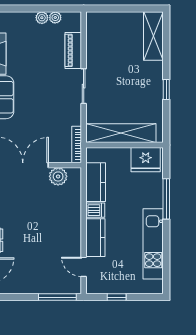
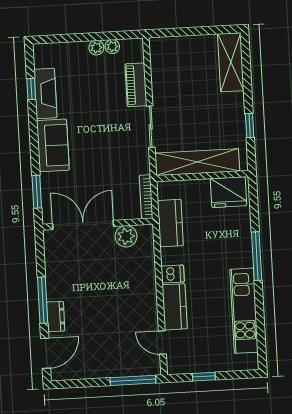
shelving: (121, 133) -> (197, 162), moved
wall: (125, 145) -> (202, 176), moved
fridge: (146, 160) -> (228, 192), moved
kitchen counter: (96, 182) -> (170, 223), moved

